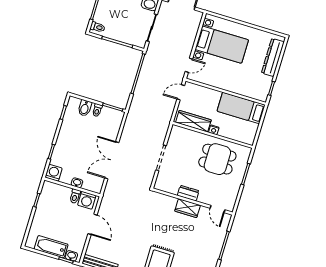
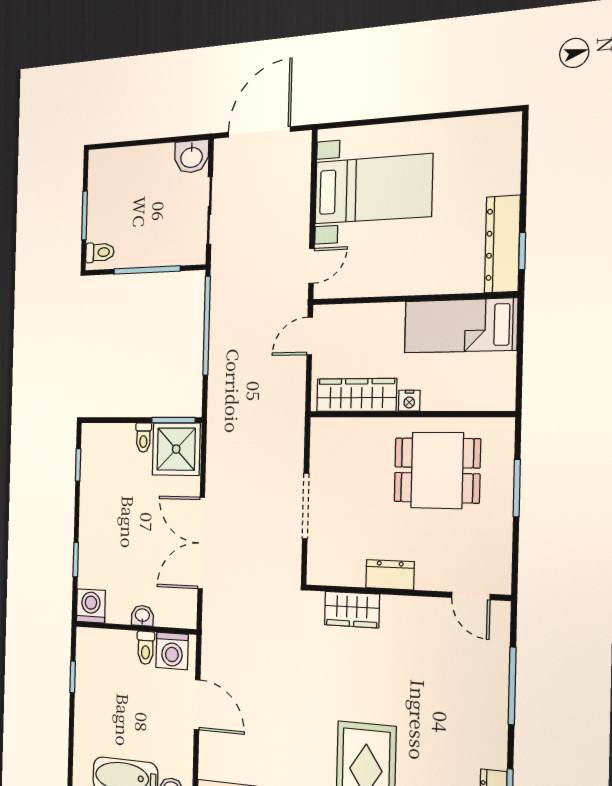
dresser: (273, 57) -> (502, 244), moved
bidet: (85, 108) -> (117, 441), removed
shower: (111, 119) -> (176, 449), added
wardrobe: (188, 208) -> (352, 610), moved

